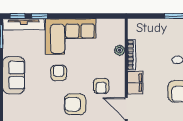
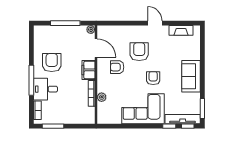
armchair: (59, 73) -> (153, 78), turned 180
armchair: (101, 86) -> (117, 67), turned -90
armchair: (75, 104) -> (139, 52), turned -90

